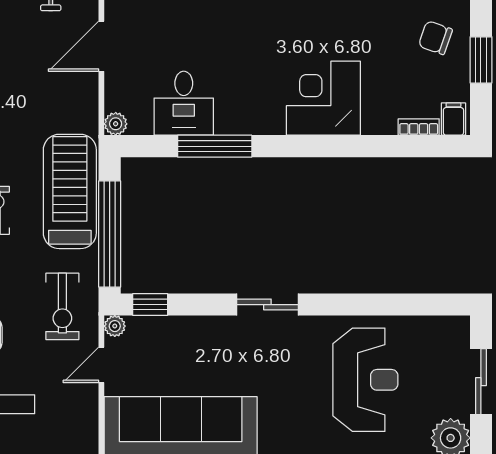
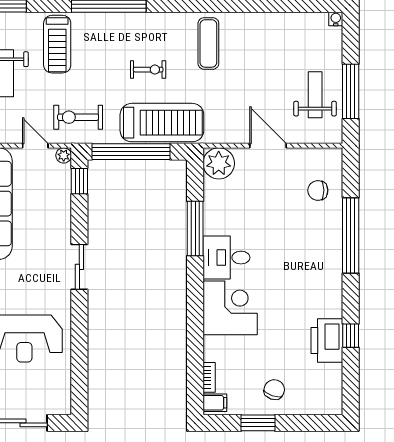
desk: (184, 103) -> (226, 258), moved
plant: (116, 124) -> (219, 163), width x1.88, depth x1.88

